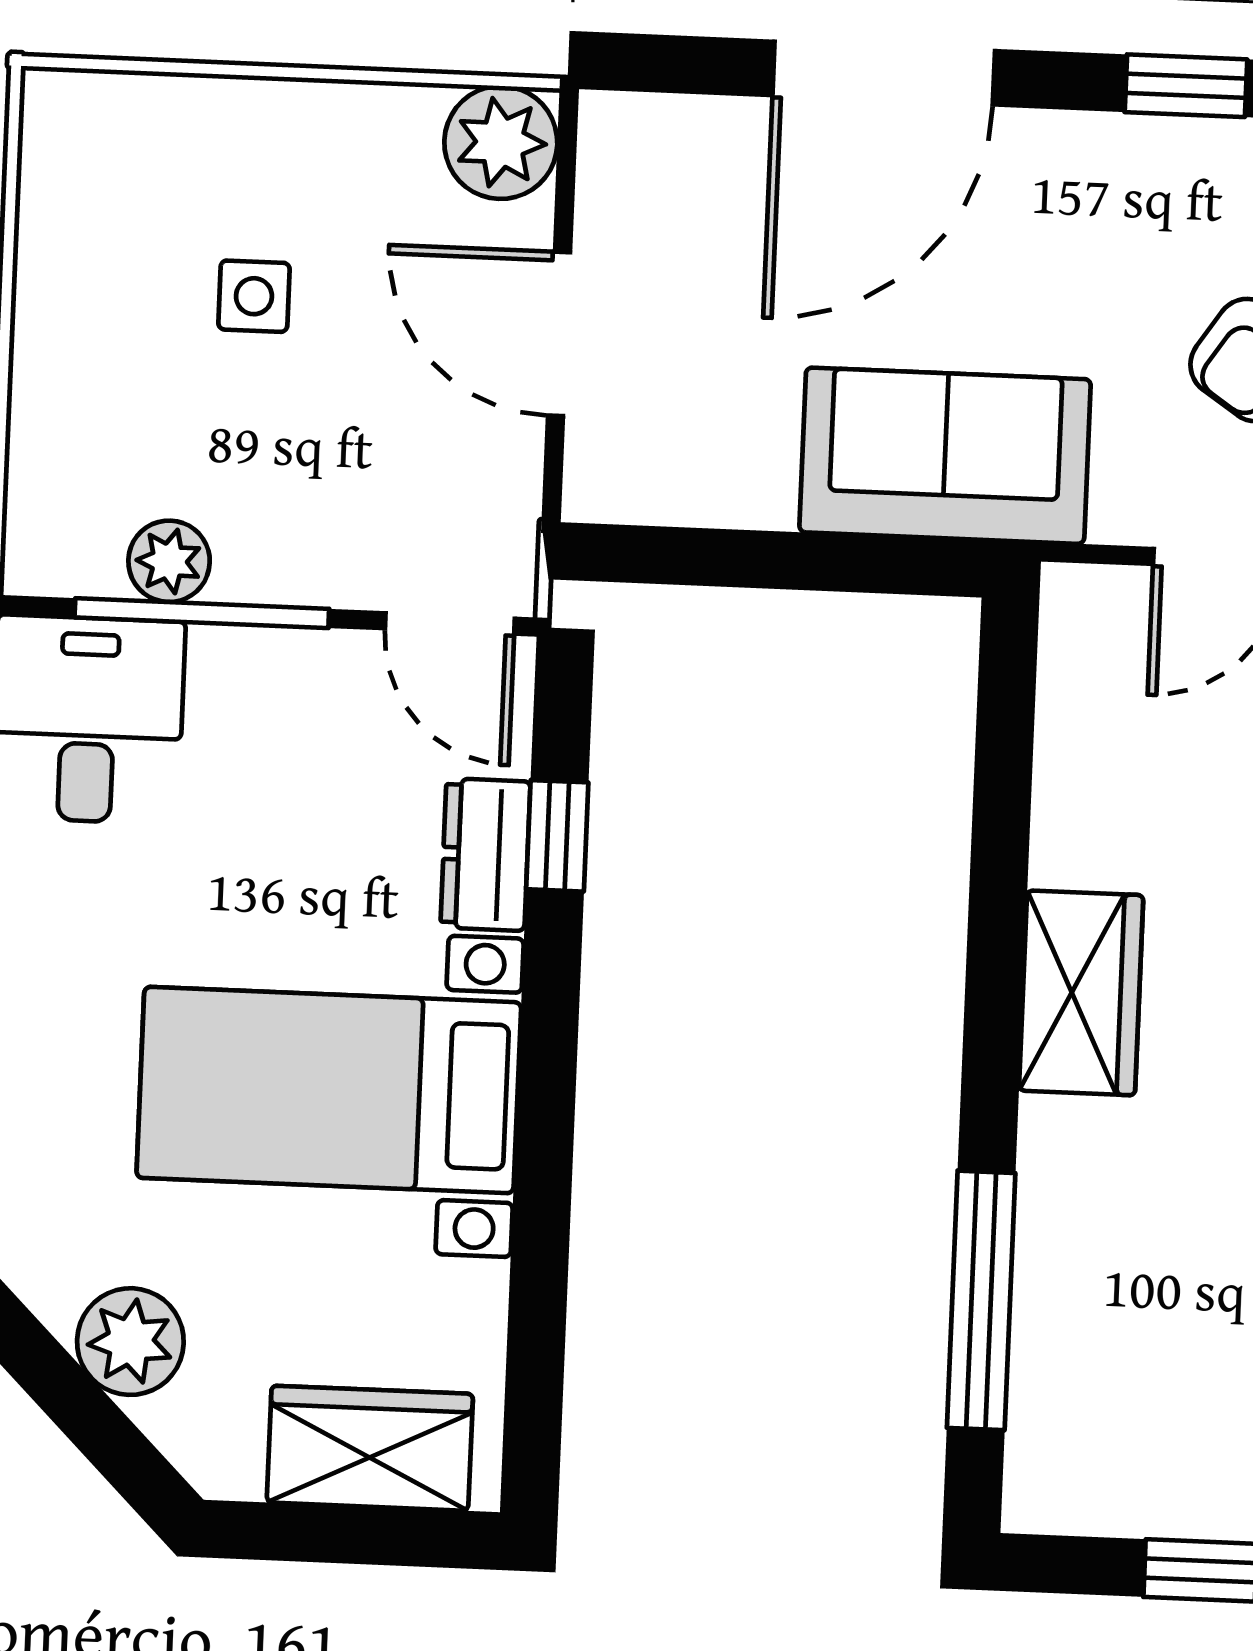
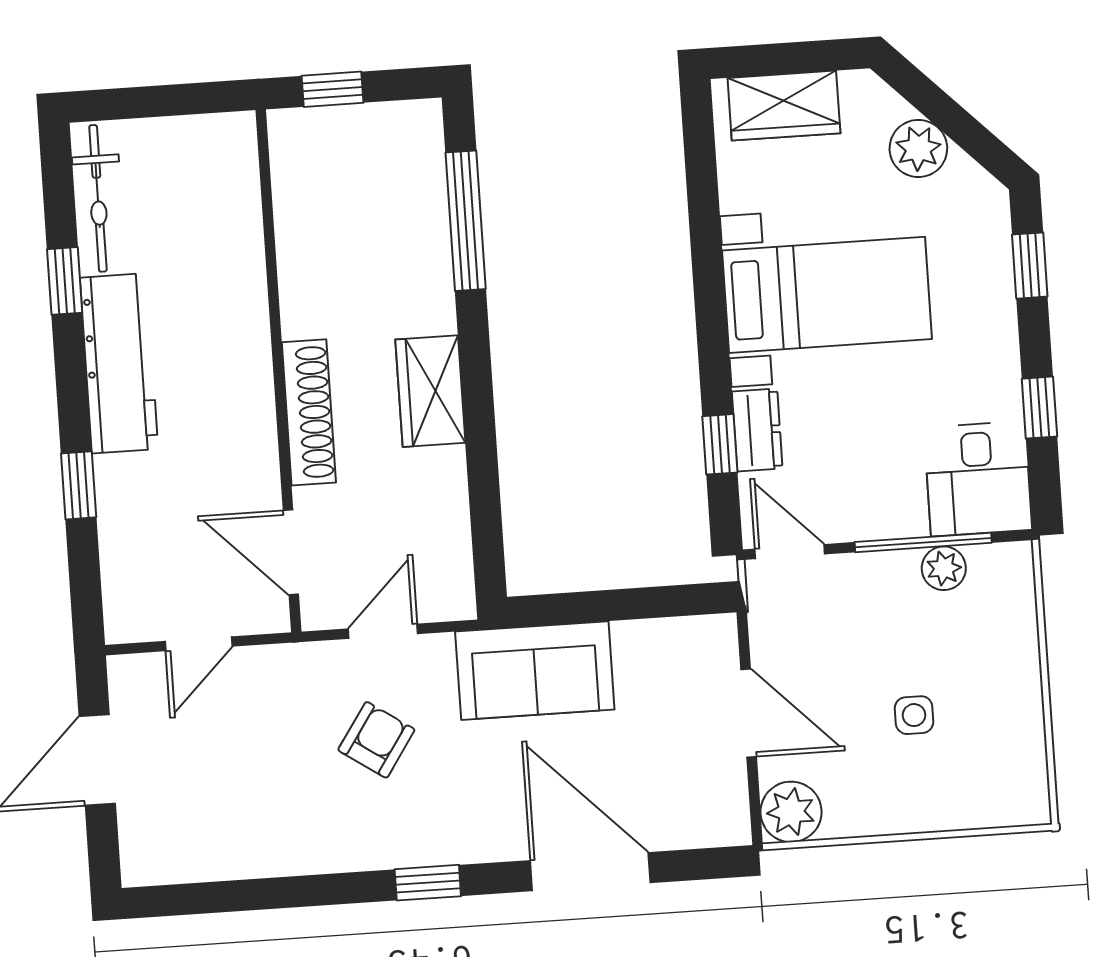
door: (884, 73) -> (590, 872), hinge flipped

